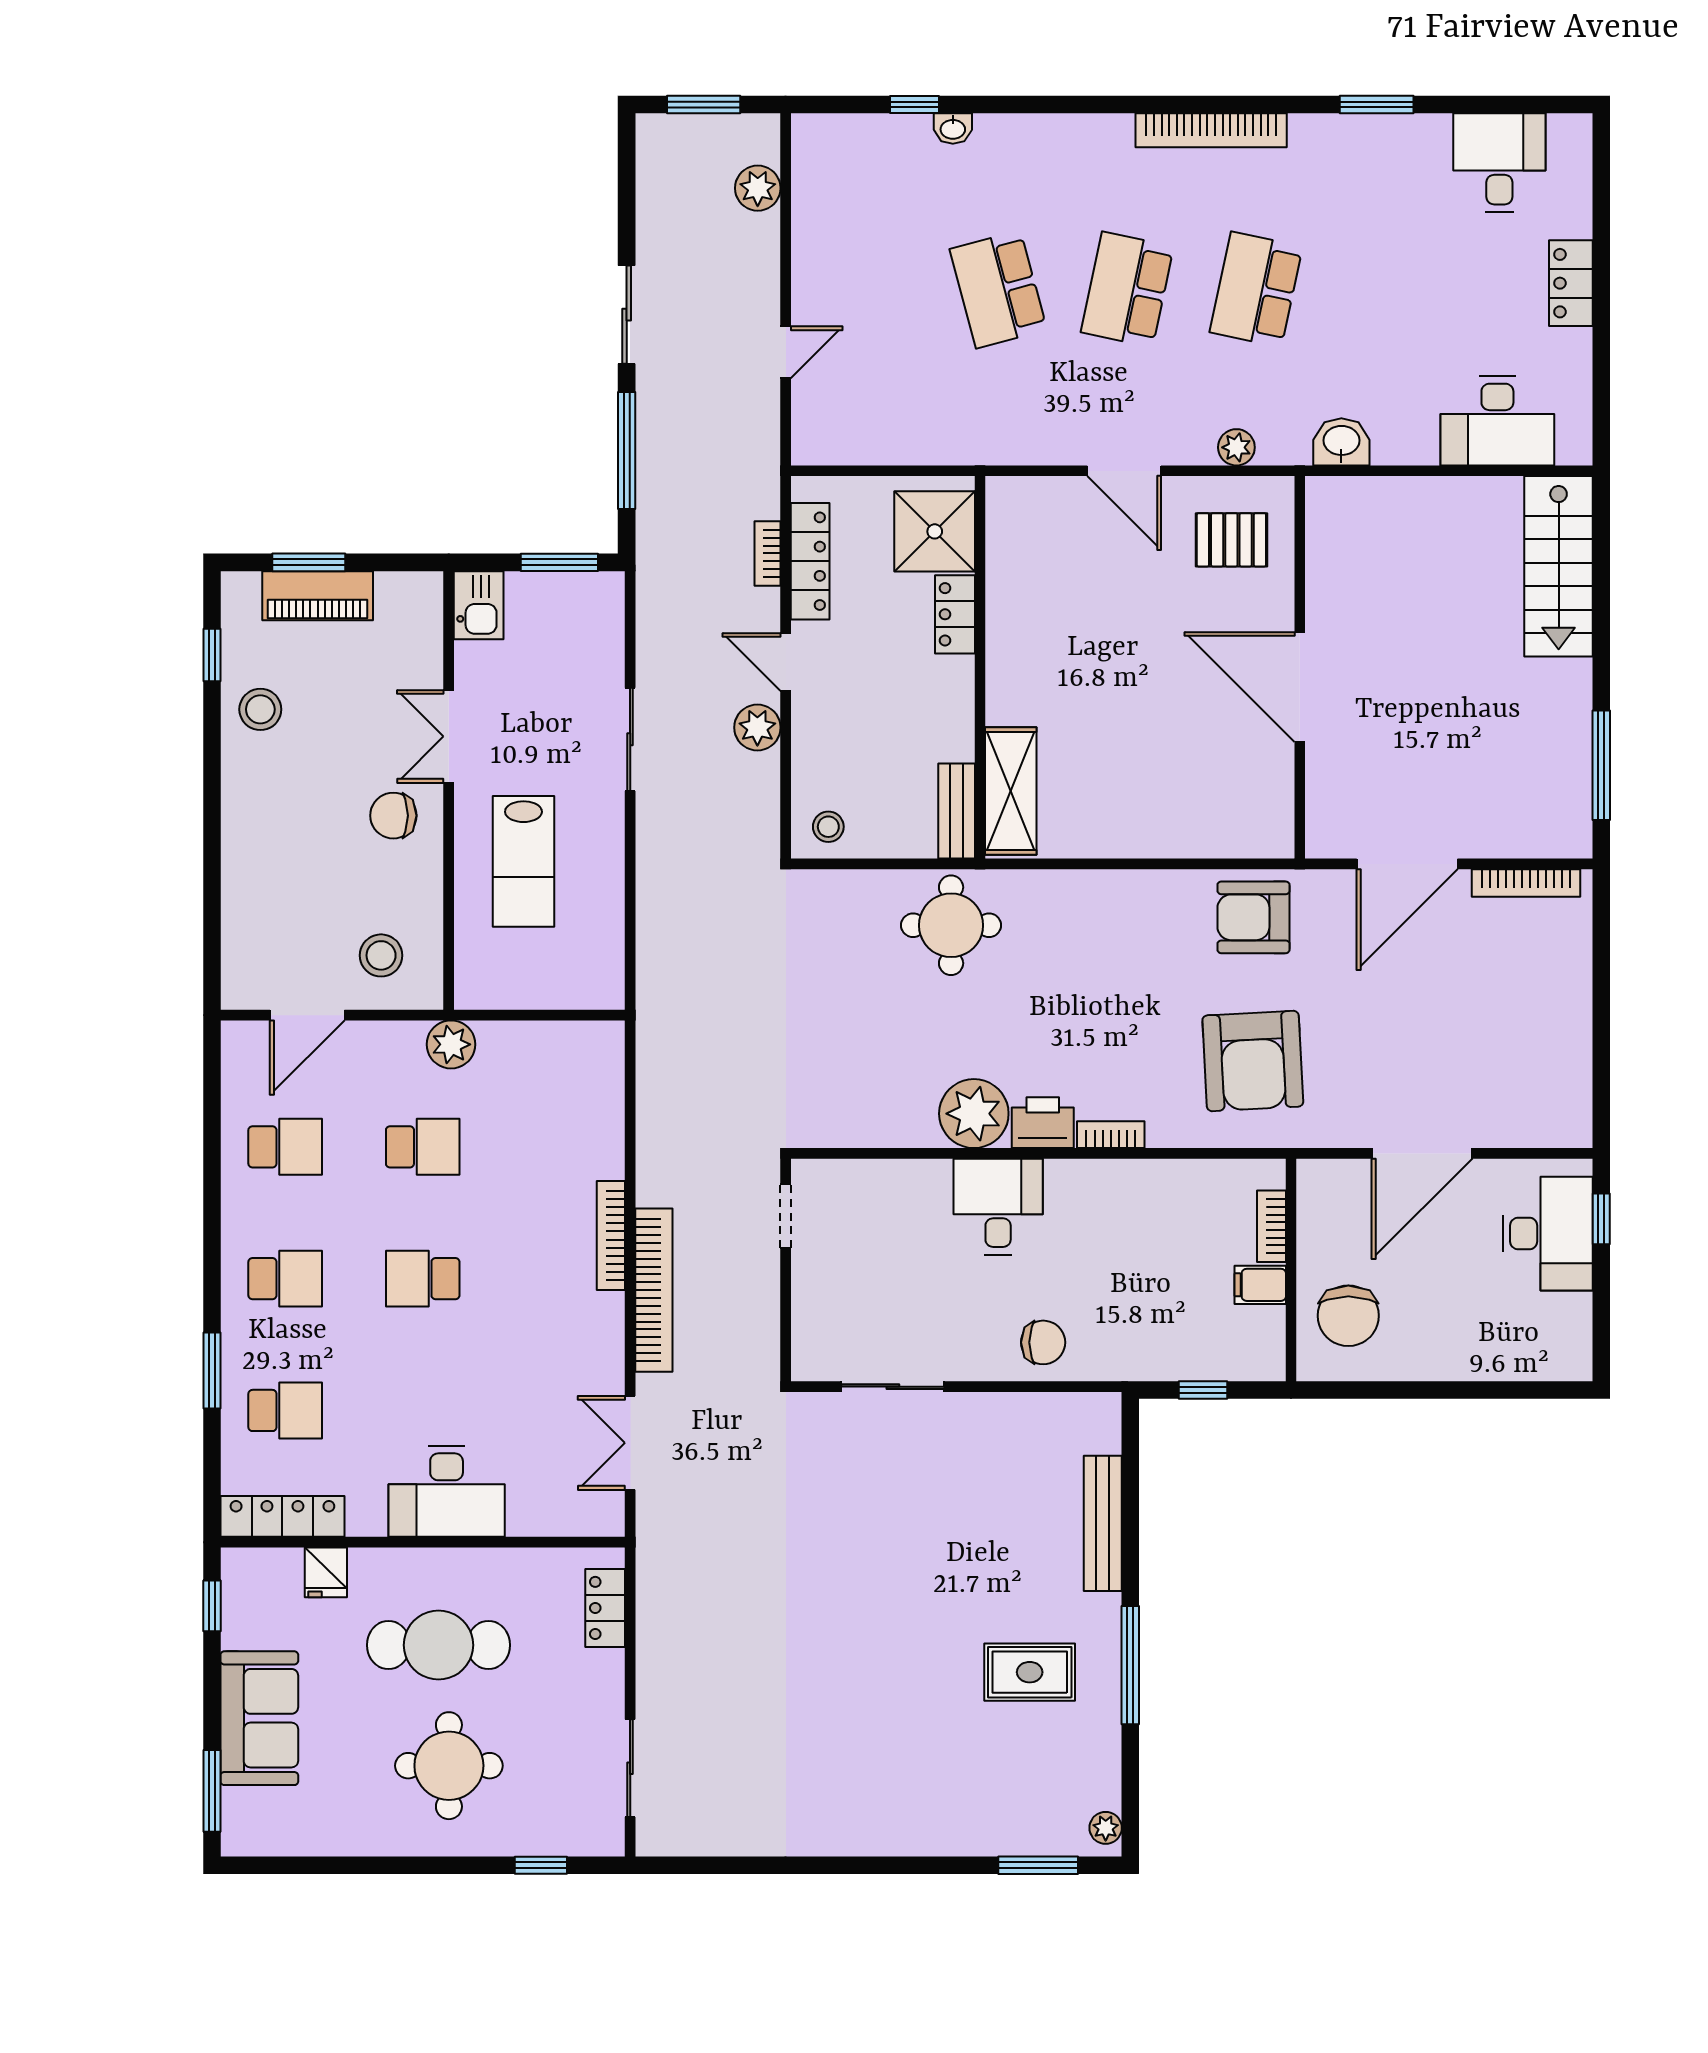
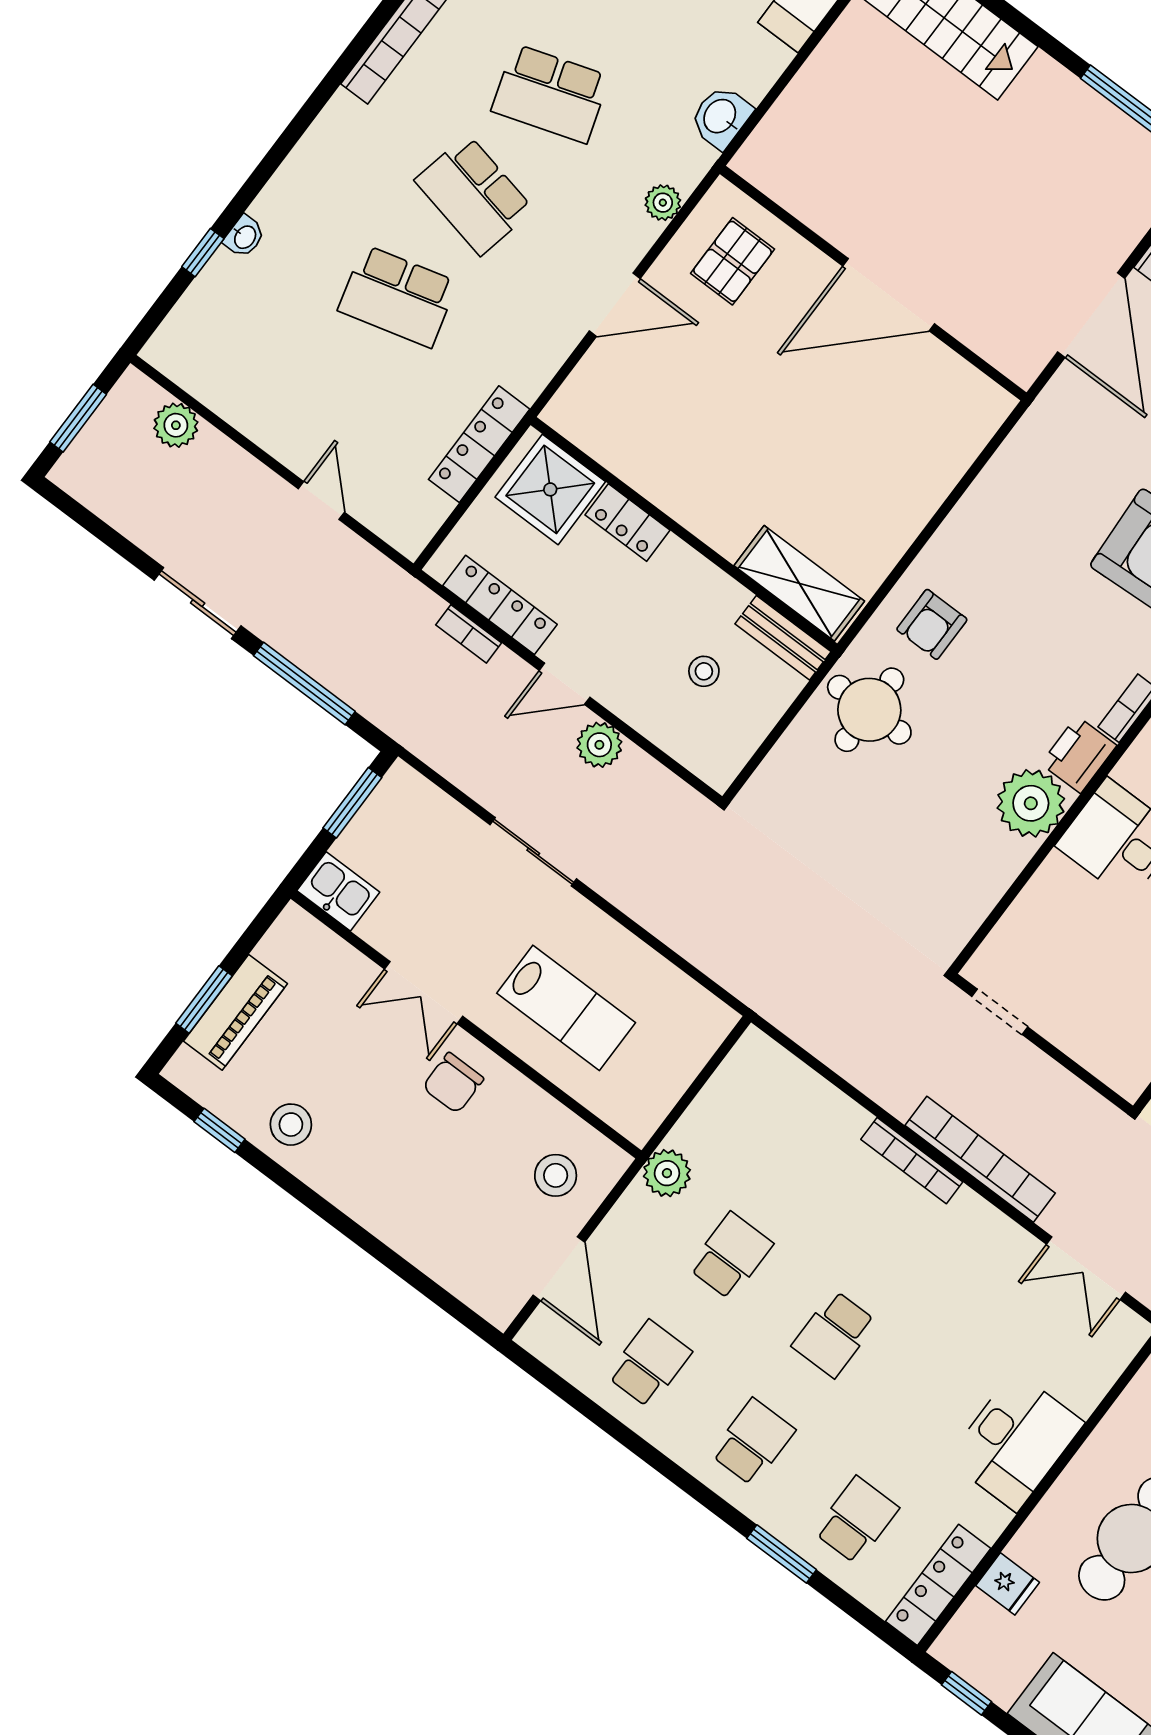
school desk: (1256, 289) -> (550, 94), turned -30
locker: (928, 446) -> (479, 444), added
stool: (828, 827) -> (704, 671), moved
armchair: (1253, 917) -> (932, 624), moved, width x0.72, depth x0.72

